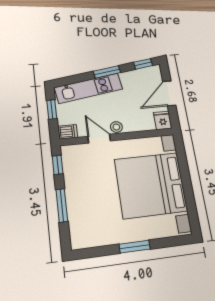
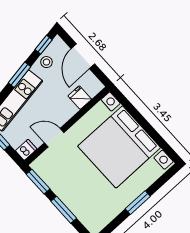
fridge: (163, 120) -> (80, 98), moved
stool: (116, 127) -> (46, 62), moved
window: (58, 165) -> (38, 182), width x1.50

